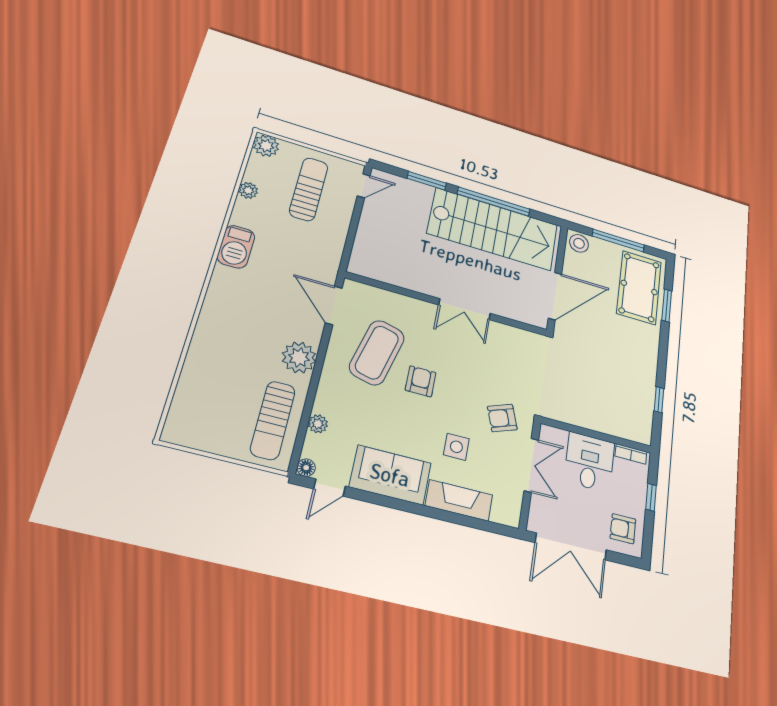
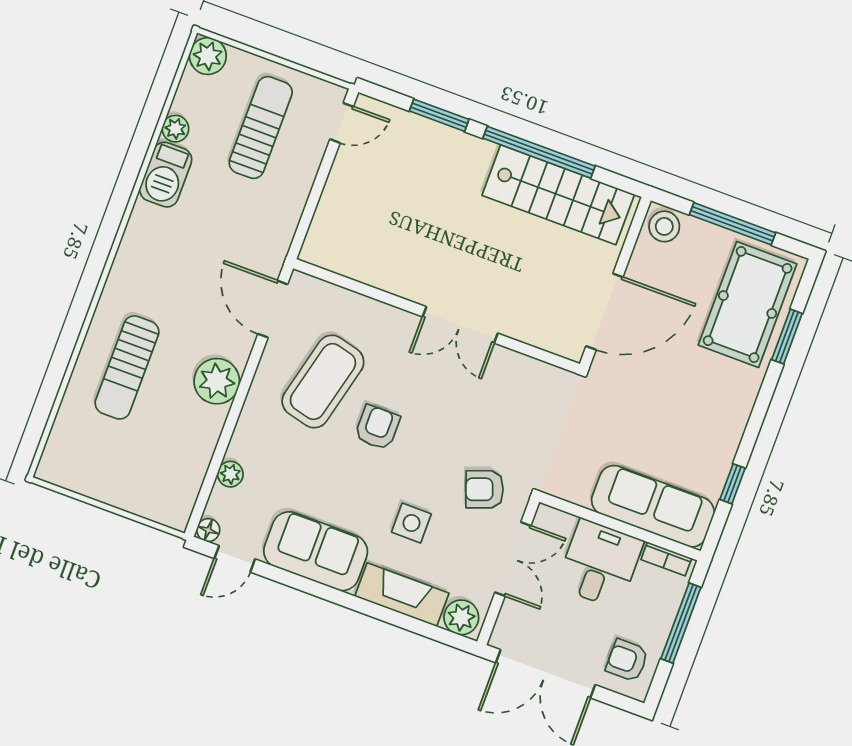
stairs: (493, 229) -> (558, 195), width x0.73, depth x0.66
barbecue: (236, 247) -> (166, 175), moved
sofa: (614, 419) -> (653, 506), added
sun lounger: (273, 420) -> (127, 367), moved
window: (651, 497) -> (681, 623), width x2.17
plant: (504, 512) -> (461, 617), added

